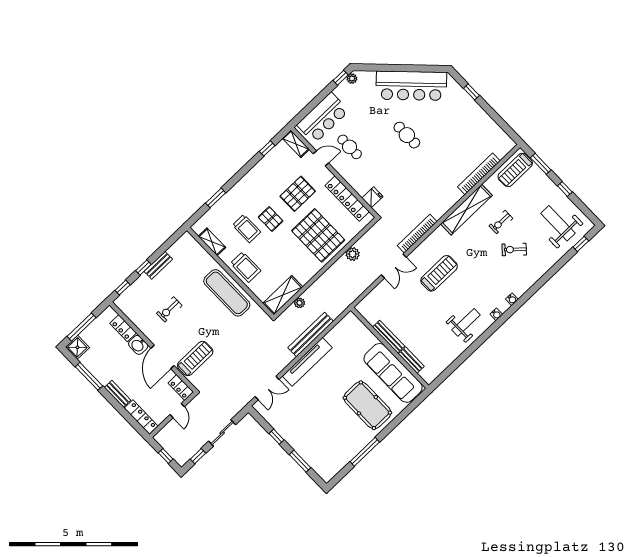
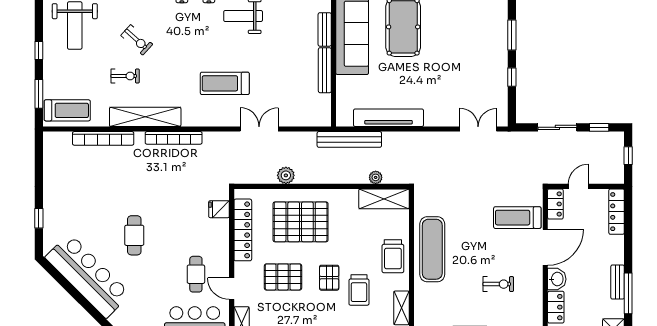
trolley: (246, 228) -> (359, 290), turned 180
bookcase: (417, 234) -> (174, 138), moved
pallet: (318, 235) -> (301, 222), turned 90
trolley: (246, 267) -> (393, 256), turned 180
bench: (311, 334) -> (349, 139), moved
tv unit: (307, 362) -> (388, 118), moved
bench: (118, 394) -> (618, 282), moved

